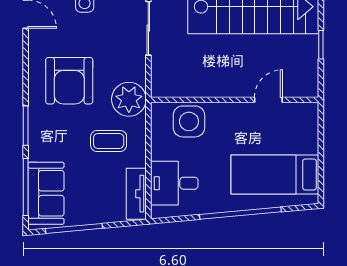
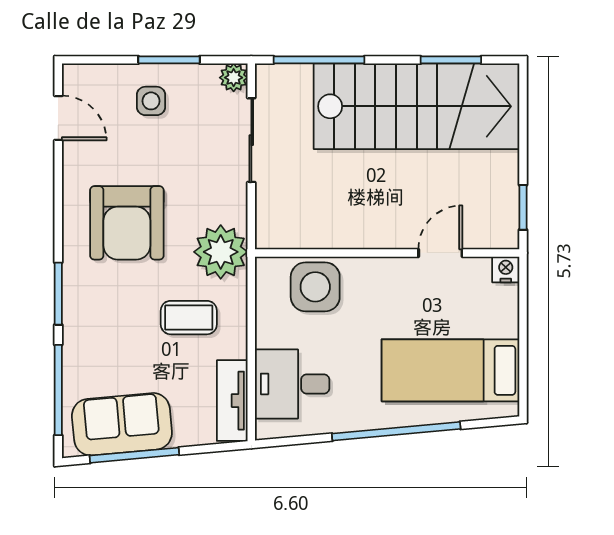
window: (321, 45) -> (523, 207), moved
nightstand: (310, 110) -> (506, 269), added
sofa: (46, 193) -> (122, 424), moved, turned -95

